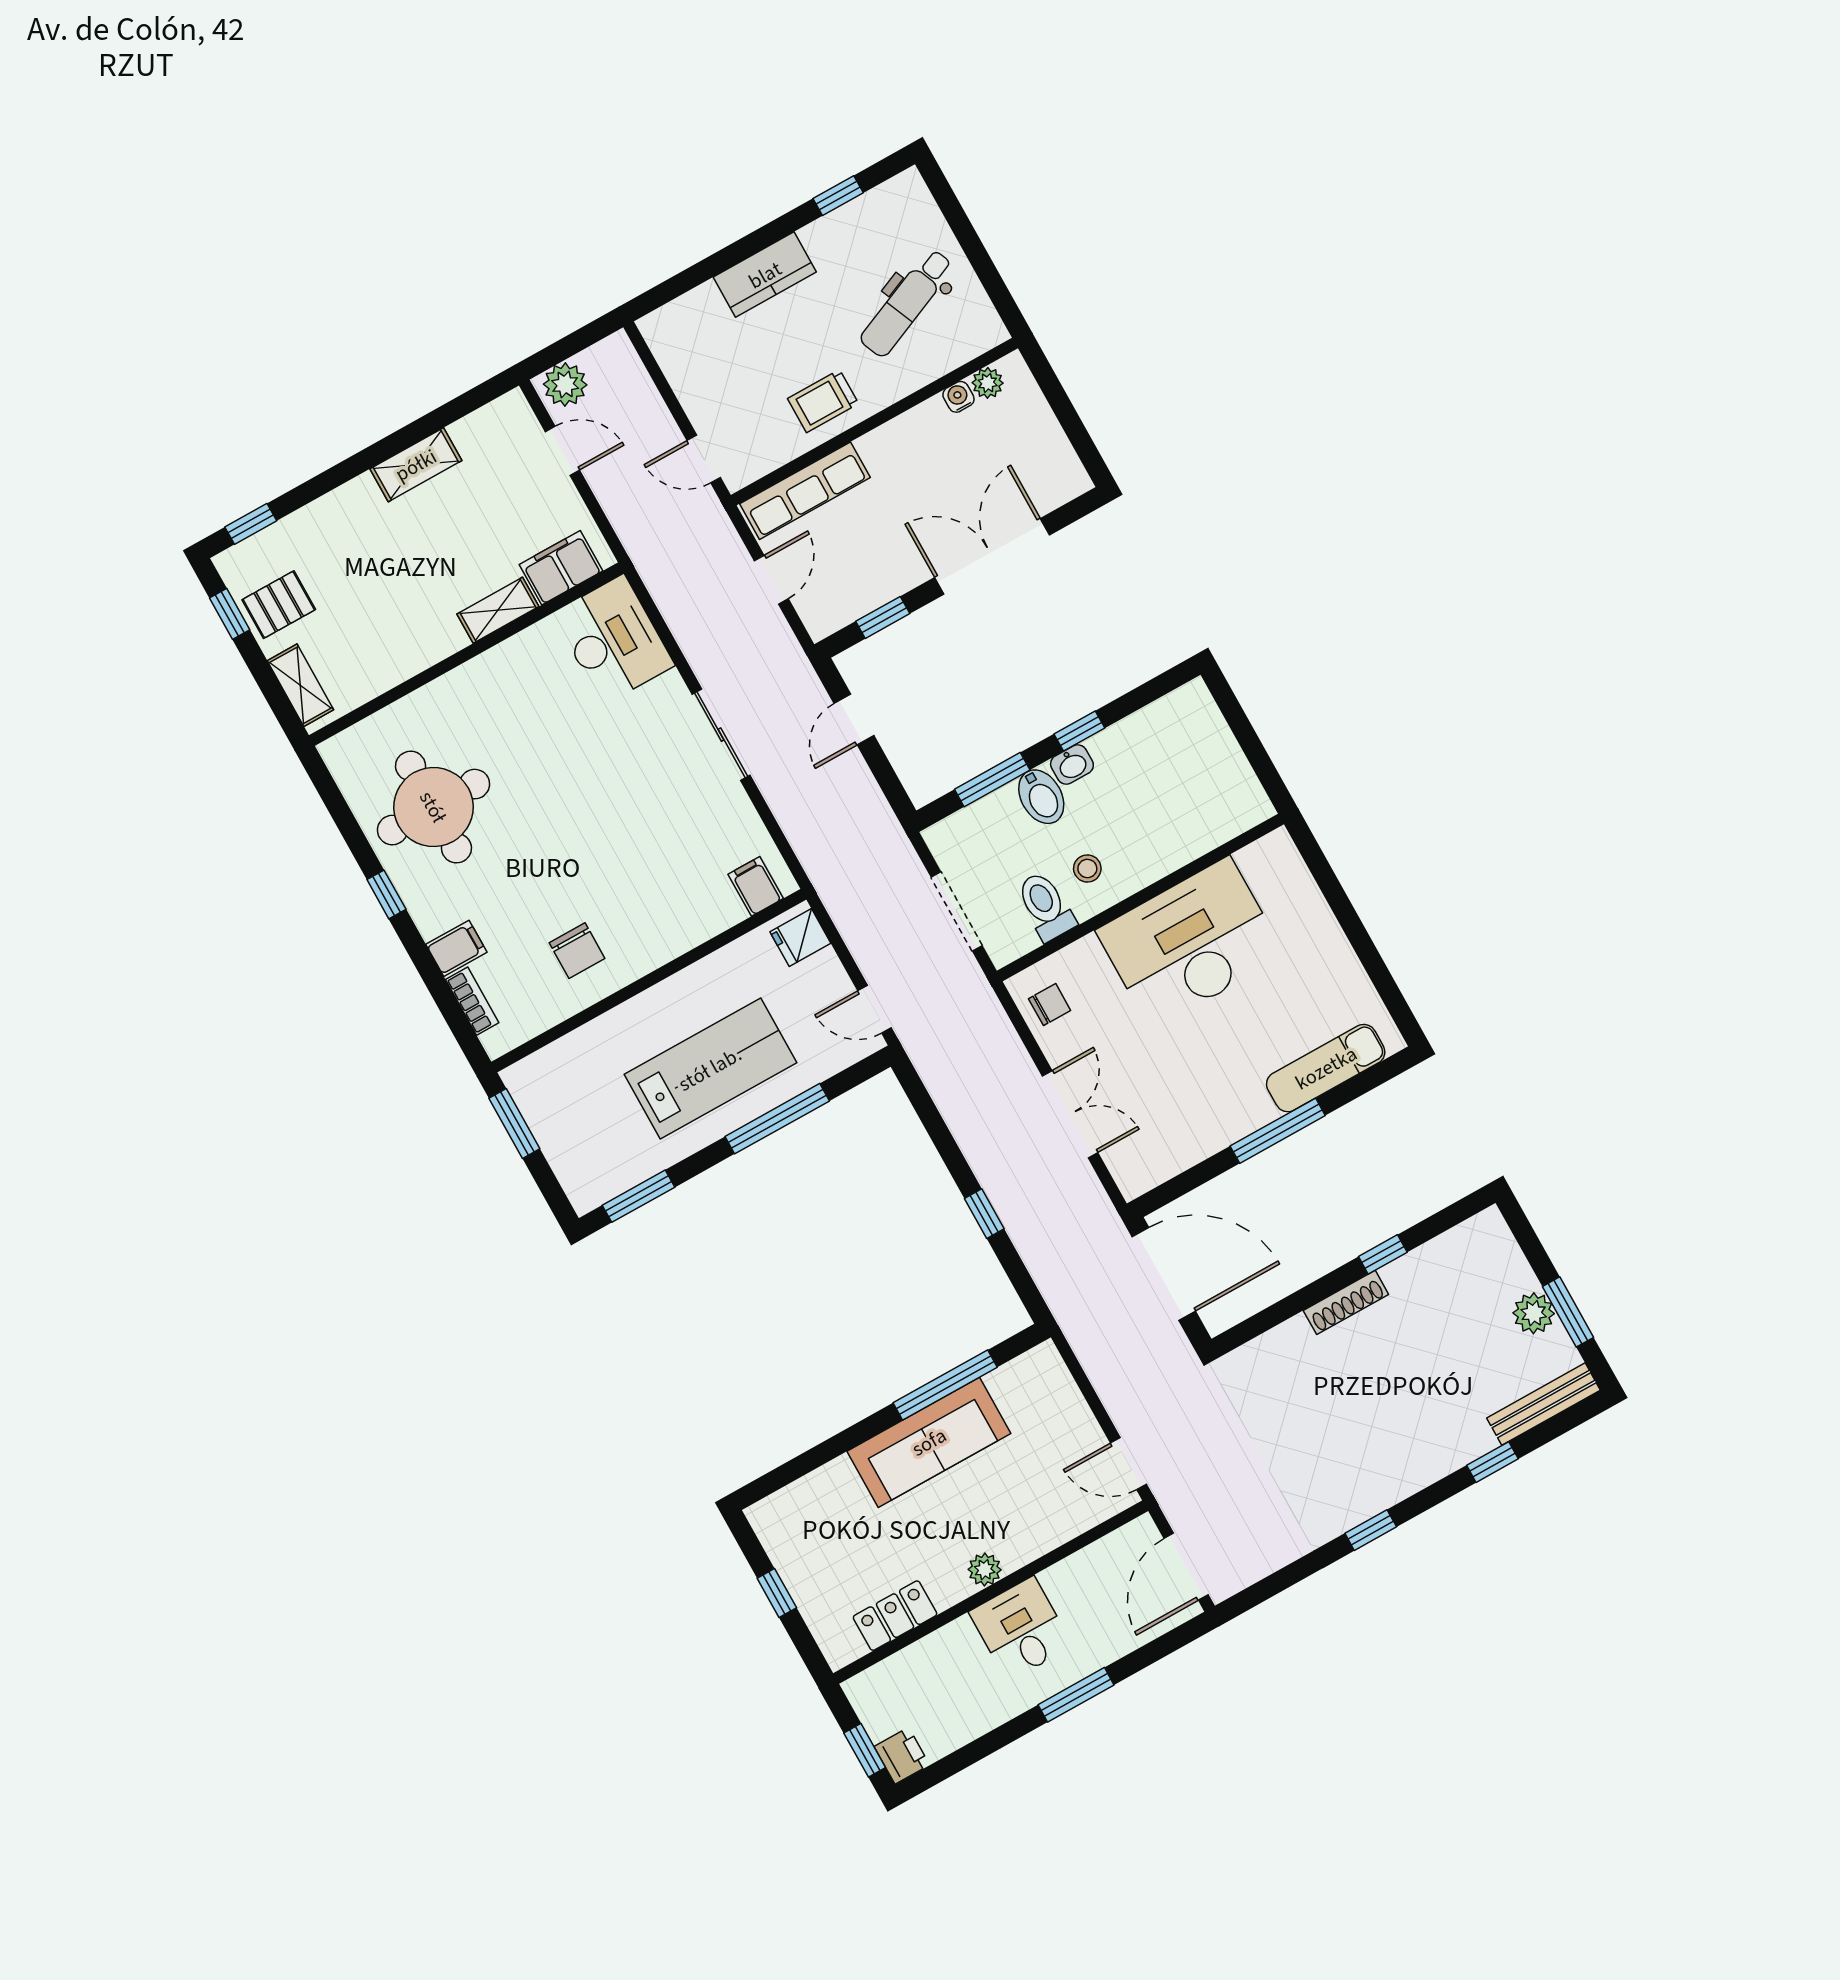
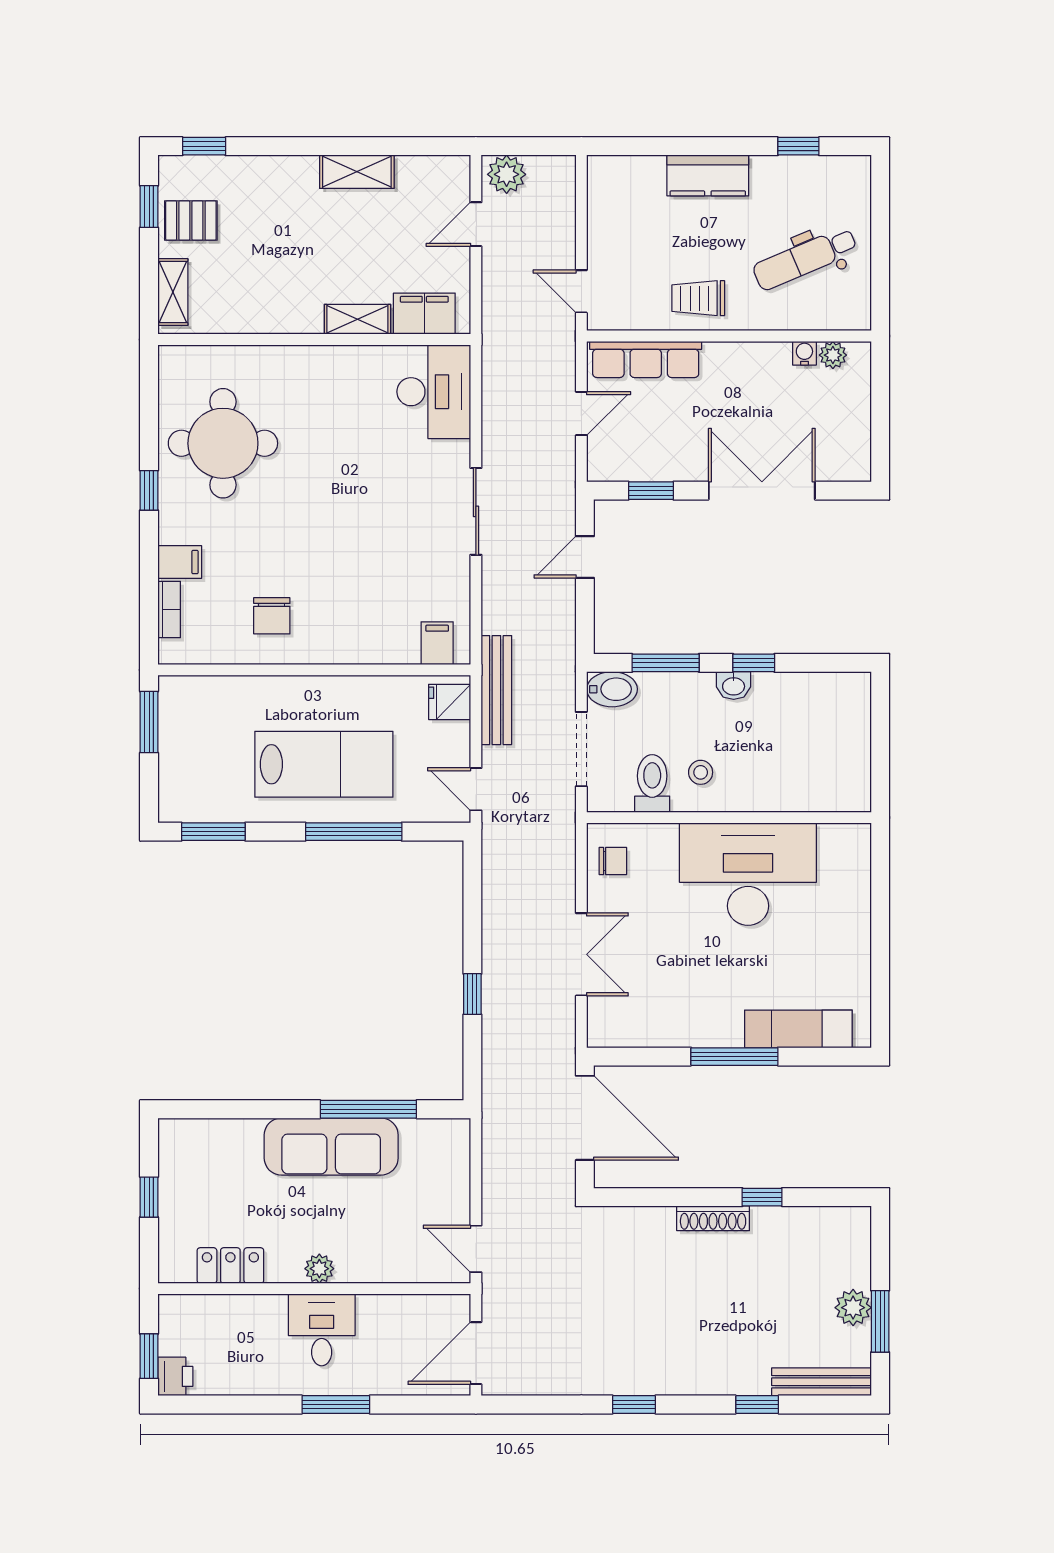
door: (562, 451) -> (476, 224), swing flipped
bidet: (1041, 797) -> (612, 689), moved, turned -90
bench: (840, 900) -> (496, 690), added

